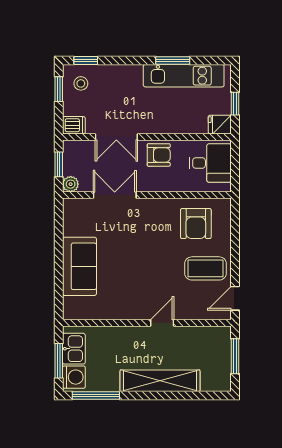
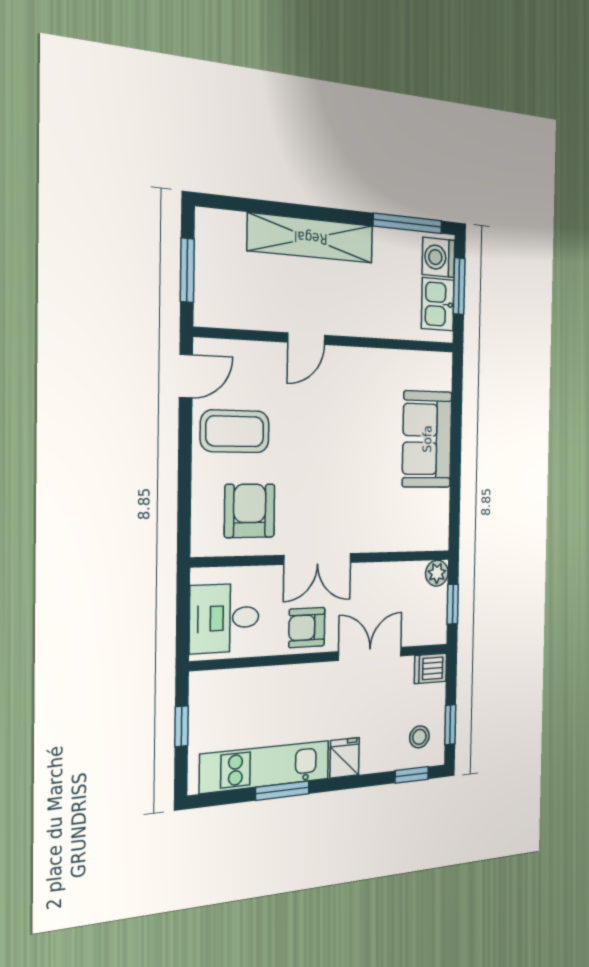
fridge: (220, 125) -> (345, 758), moved, turned -90
double door: (115, 195) -> (318, 559), moved

